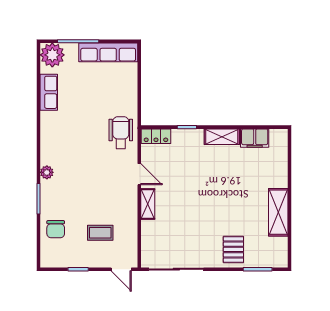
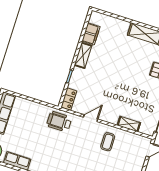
shelving: (148, 204) -> (129, 124), moved
coffee table: (100, 233) -> (108, 142), moved

